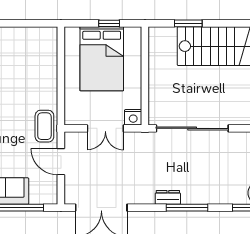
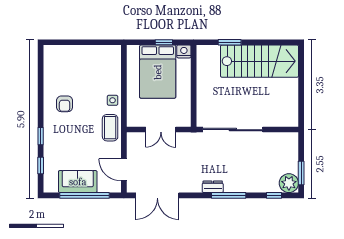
side table: (47, 93) -> (113, 100), added
nightstand: (133, 117) -> (184, 51), moved, turned 180
door: (61, 162) -> (124, 170), moved

